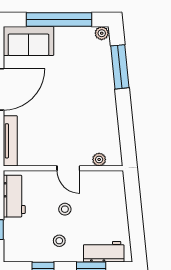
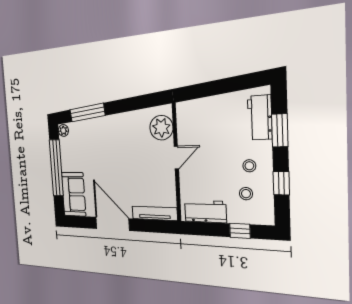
plant: (99, 159) -> (161, 128), width x1.88, depth x1.88
stool: (65, 209) -> (246, 194), moved

